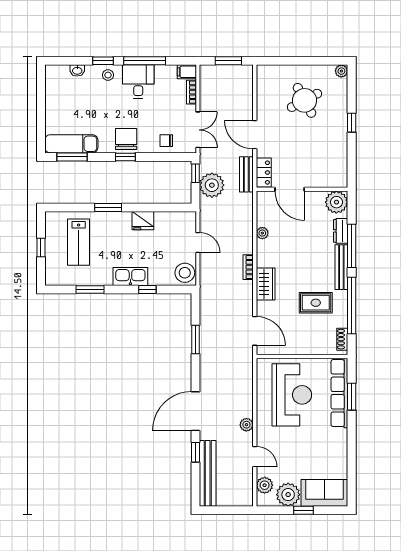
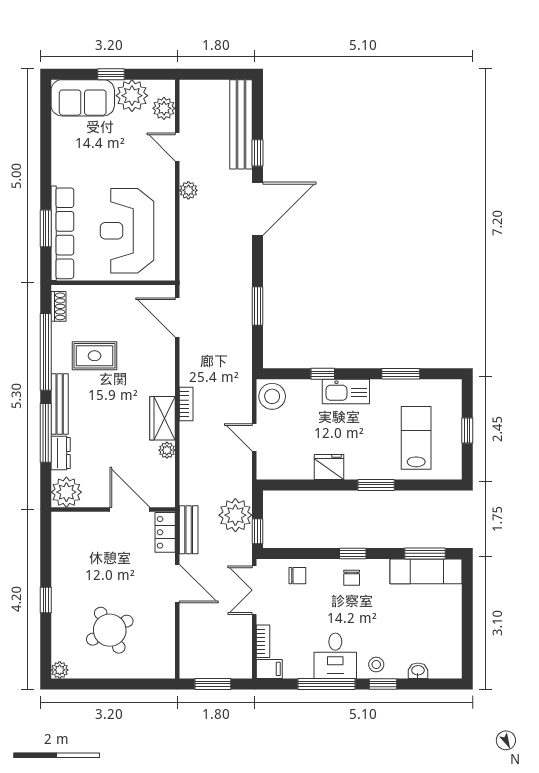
chair: (126, 139) -> (352, 578), width x0.54, depth x0.54
wardrobe: (266, 284) -> (162, 418), moved

